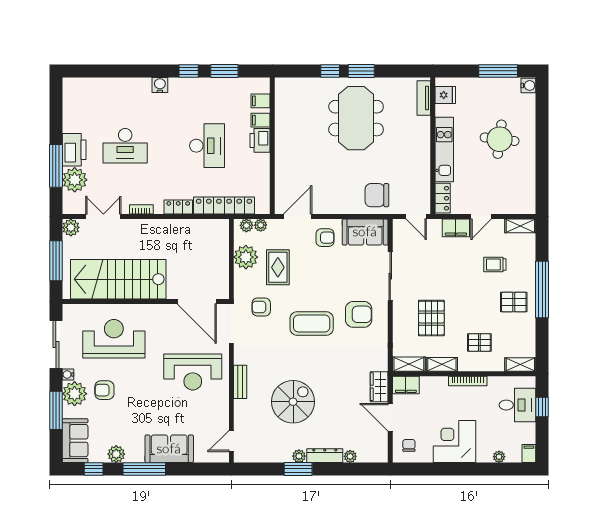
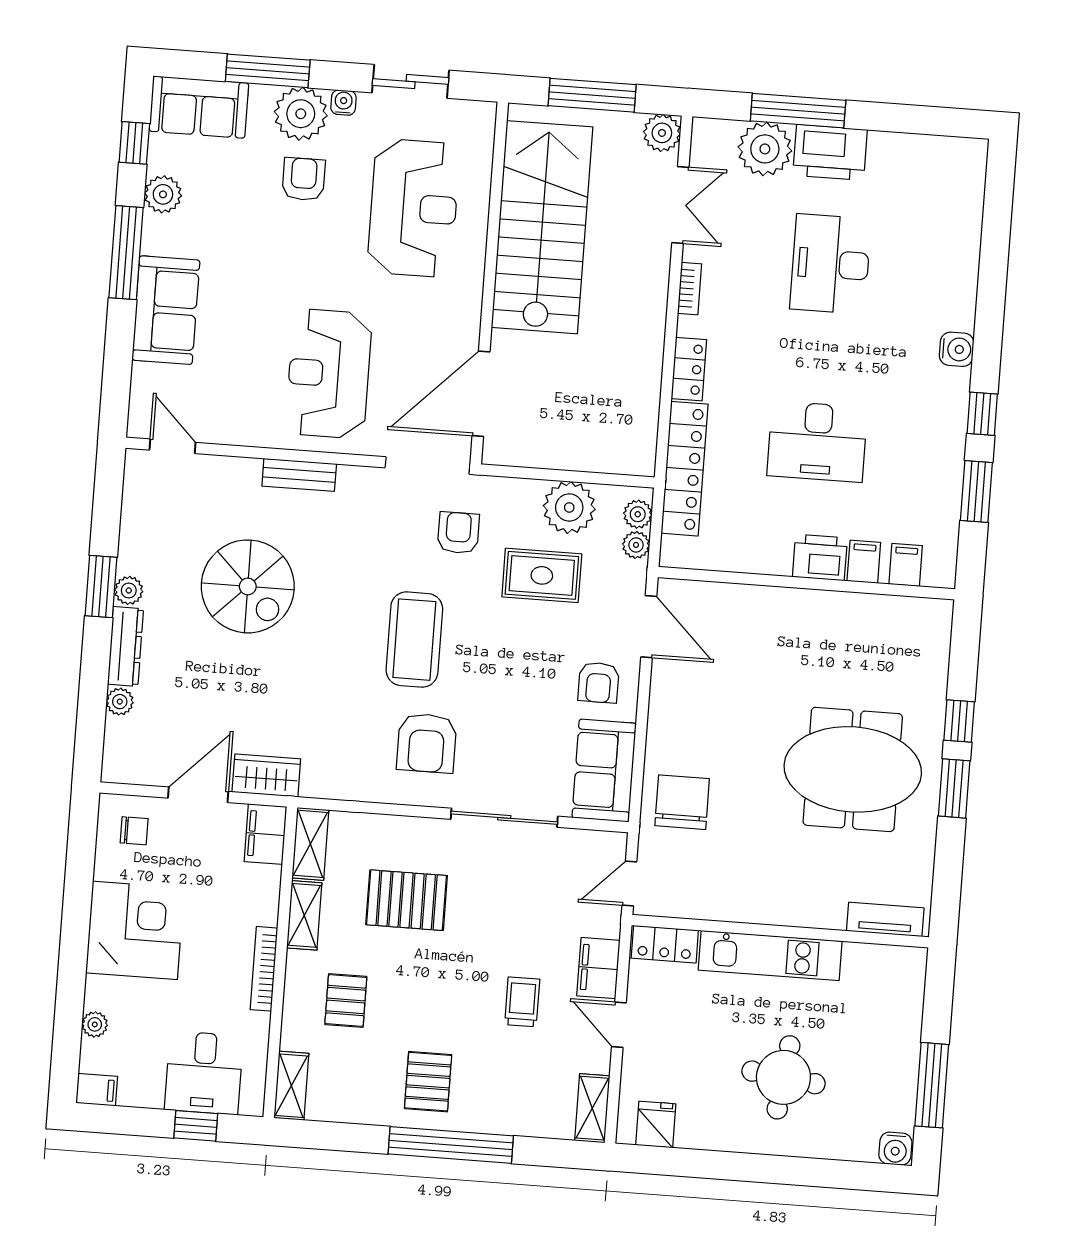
fridge: (445, 95) -> (656, 1124), moved, turned 180
trolley: (495, 265) -> (522, 1002), moved
sliding door: (56, 344) -> (411, 81), width x0.73

